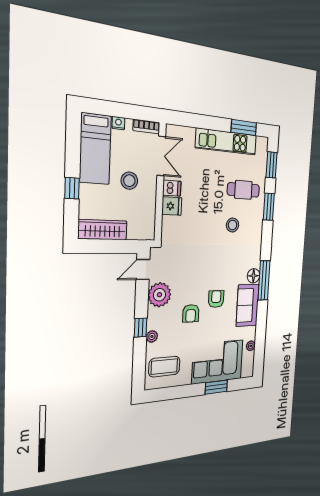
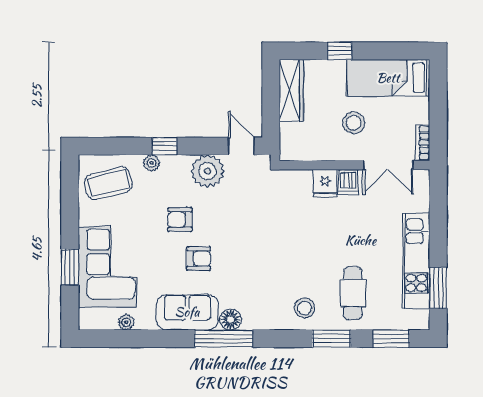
nightstand: (118, 123) -> (422, 106), removed
stool: (233, 225) -> (304, 308), moved
coffee table: (164, 367) -> (108, 183), turned 76

